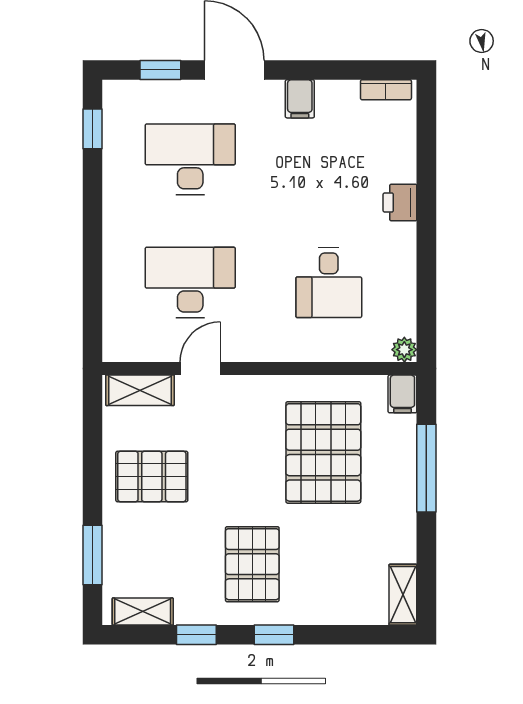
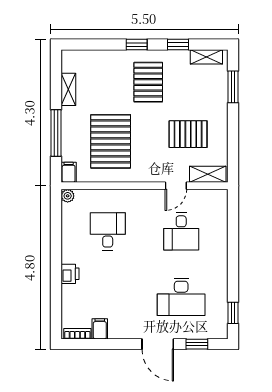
filing cabinet: (300, 99) -> (100, 329), moved
desk: (190, 282) -> (181, 231), width x0.73
pallet: (152, 477) -> (188, 134), moved
shelving: (403, 595) -> (68, 89), moved

